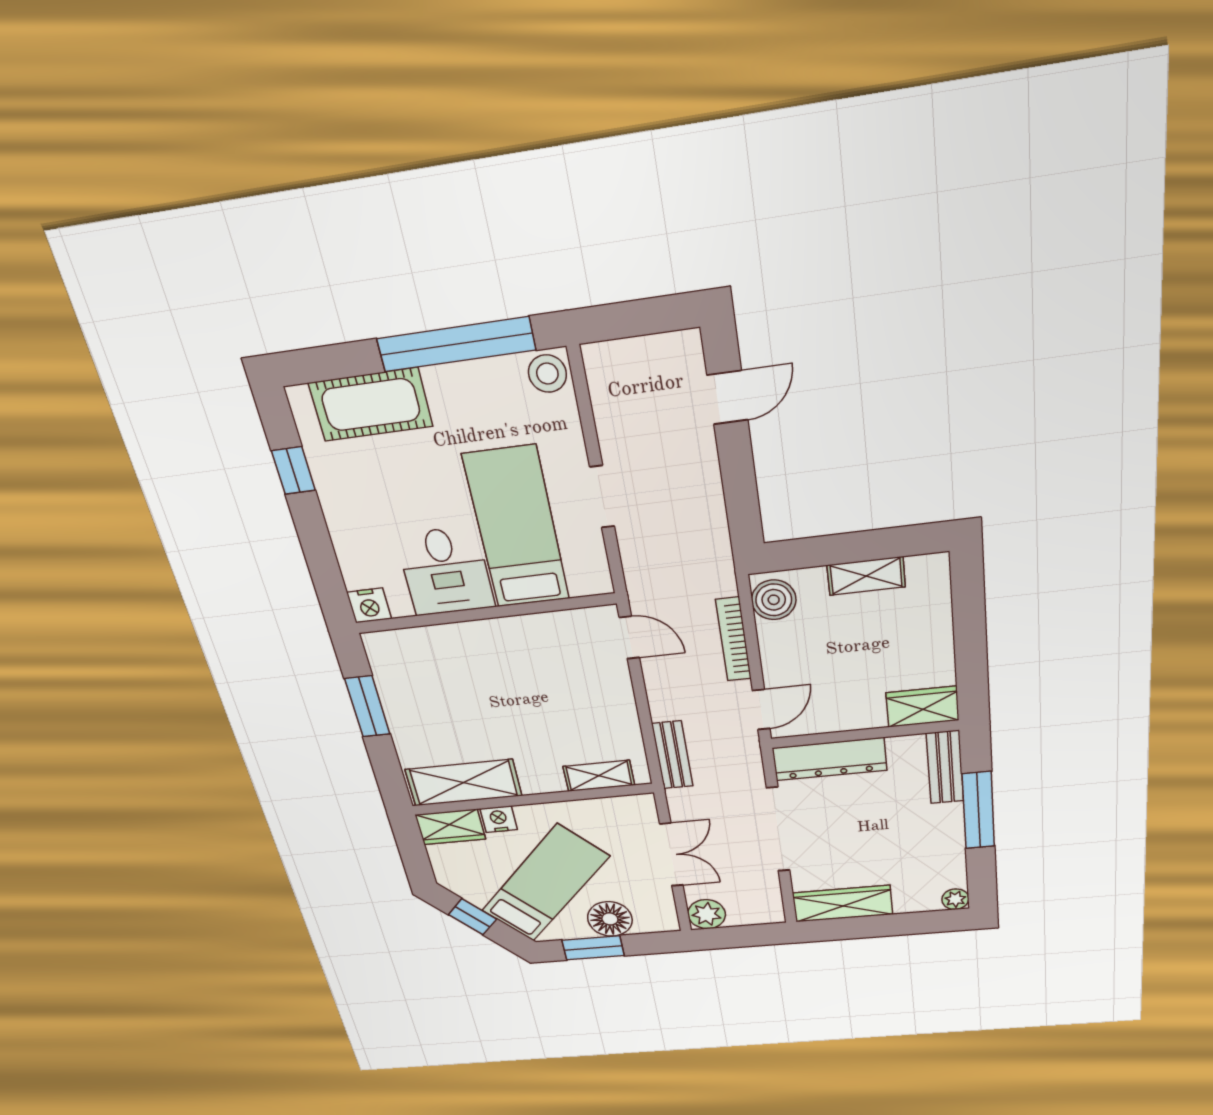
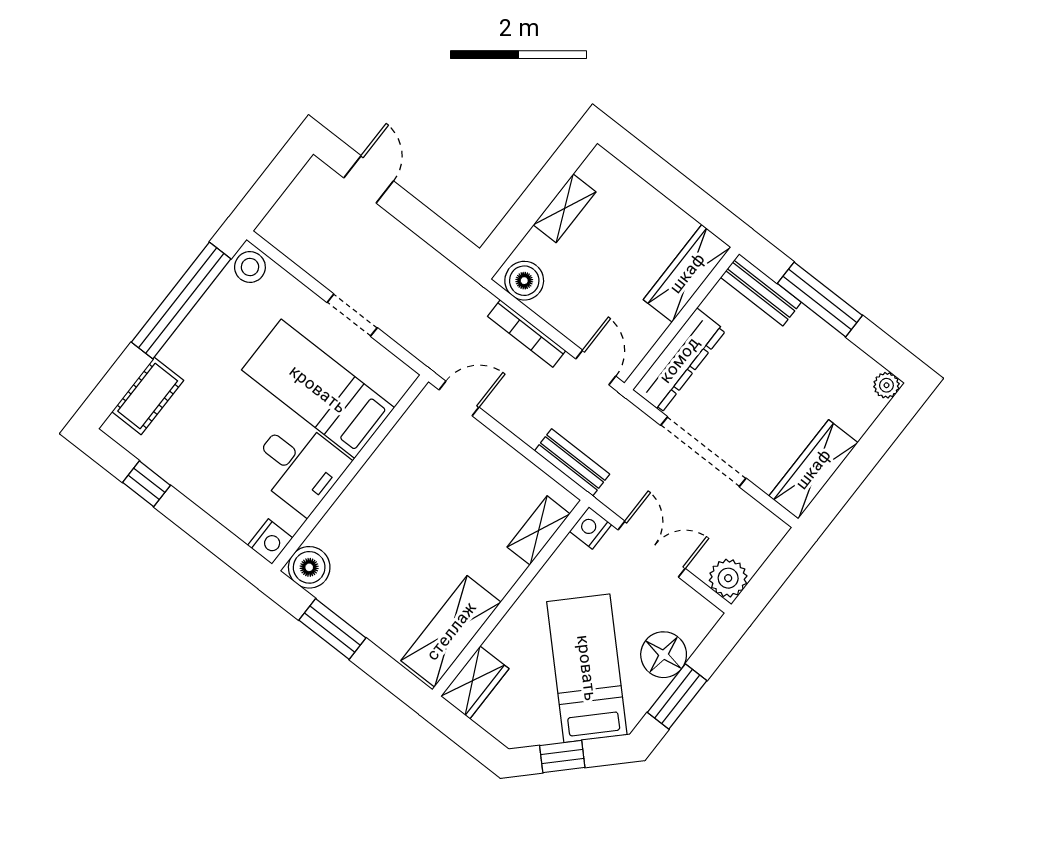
cot: (371, 405) -> (148, 396), width x0.73, depth x0.75
boiler: (387, 650) -> (309, 567), added
wardrobe: (923, 707) -> (687, 273), width x1.50
nightstand: (499, 819) -> (591, 528), moved

